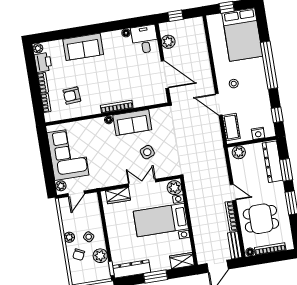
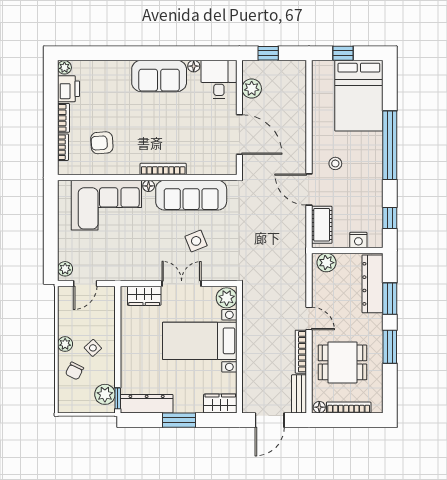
sofa: (83, 47) -> (159, 76), moved
sofa: (132, 122) -> (191, 195), width x1.36
corner sofa: (68, 154) -> (106, 205), moved, turned 90
plant: (100, 256) -> (105, 394), moved

